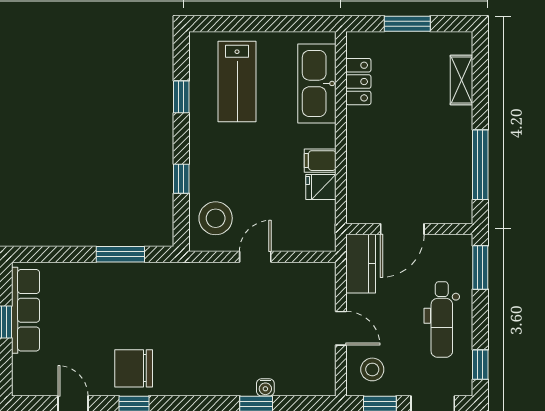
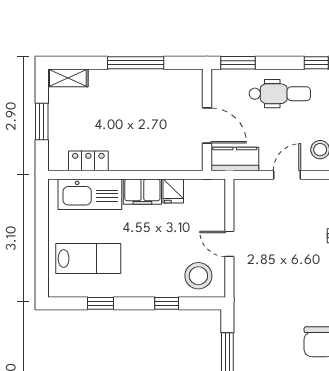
shelving: (461, 80) -> (68, 78), moved
filing cabinet: (320, 161) -> (142, 192), width x2.00
window: (480, 165) -> (136, 63), moved

